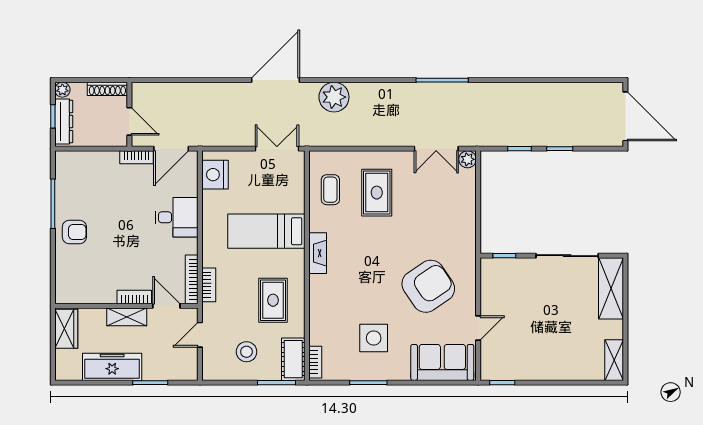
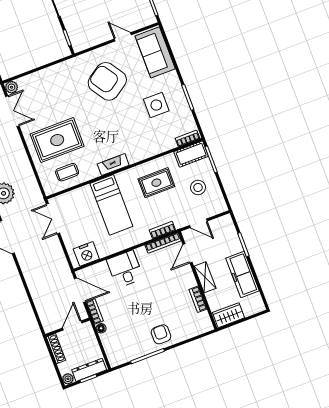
floor lamp: (112, 157) -> (101, 328), added
rug: (377, 193) -> (57, 140), width x1.36, depth x1.43
bookcase: (134, 297) -> (198, 299), moved

